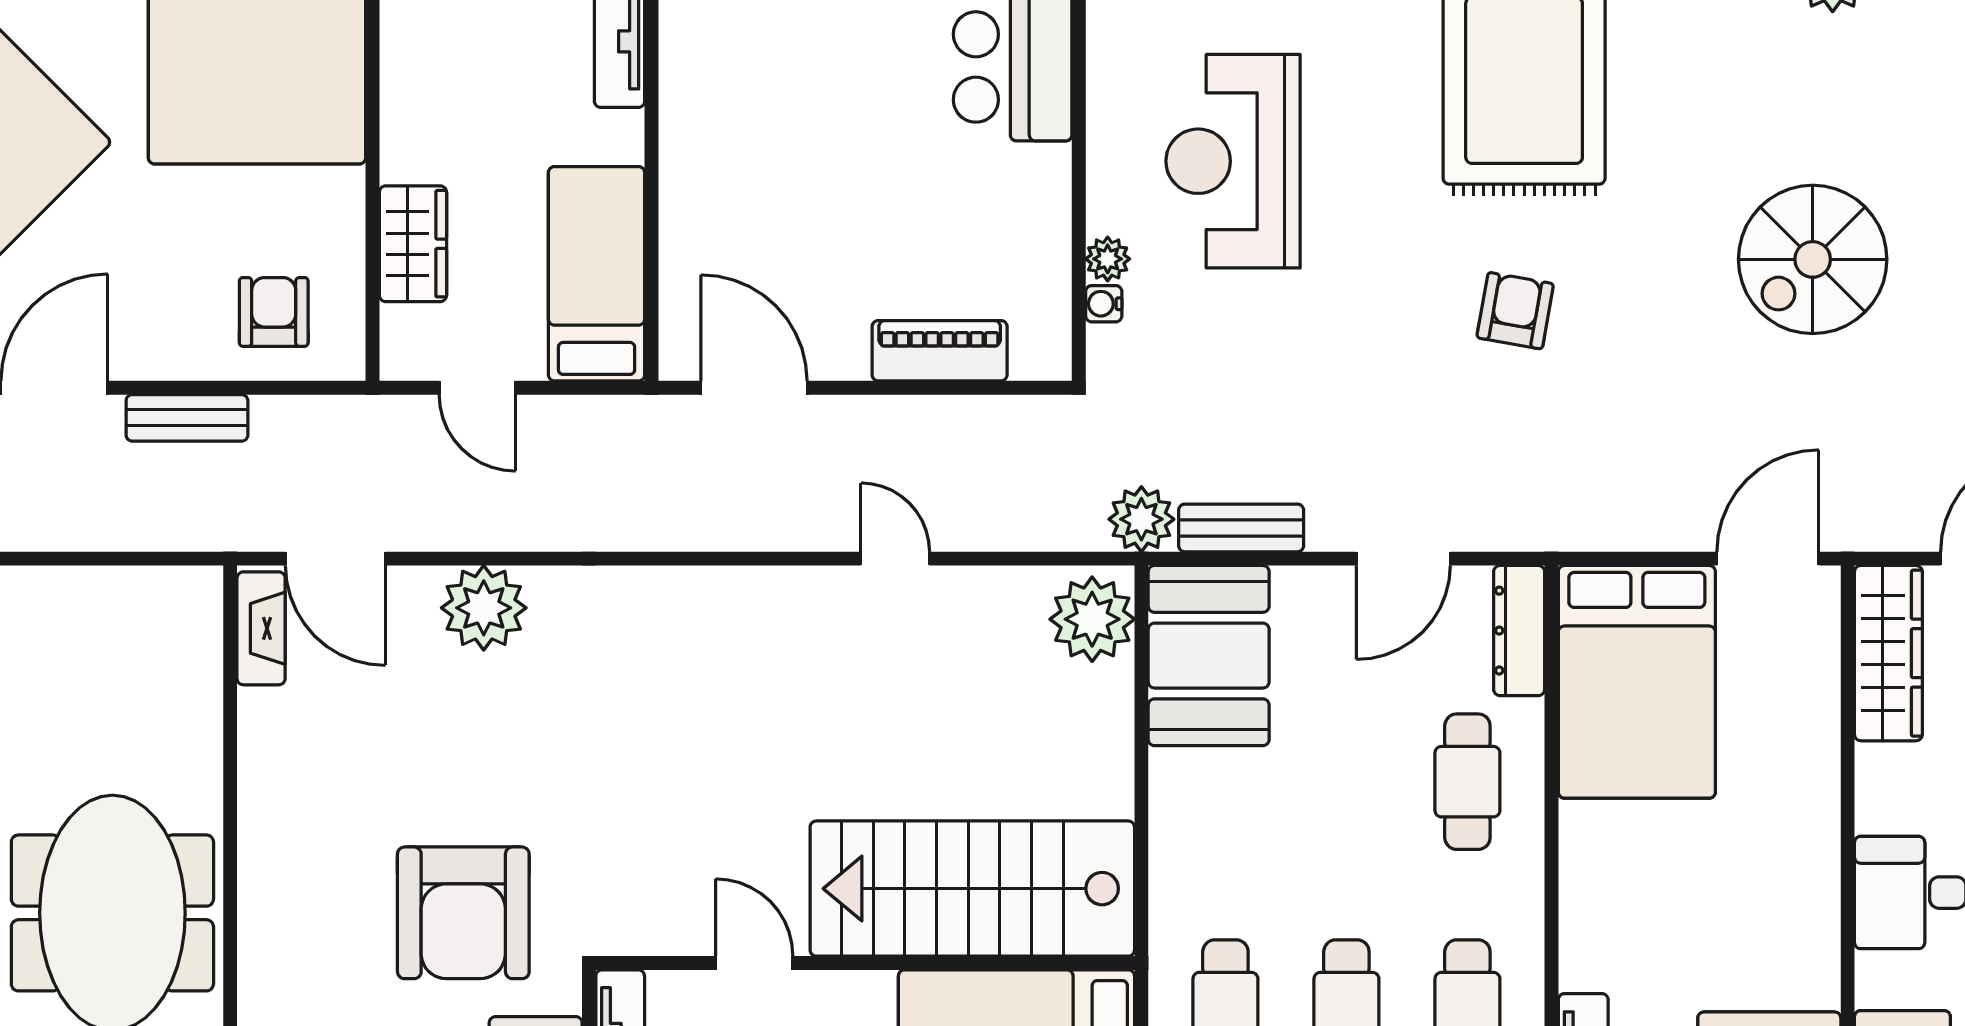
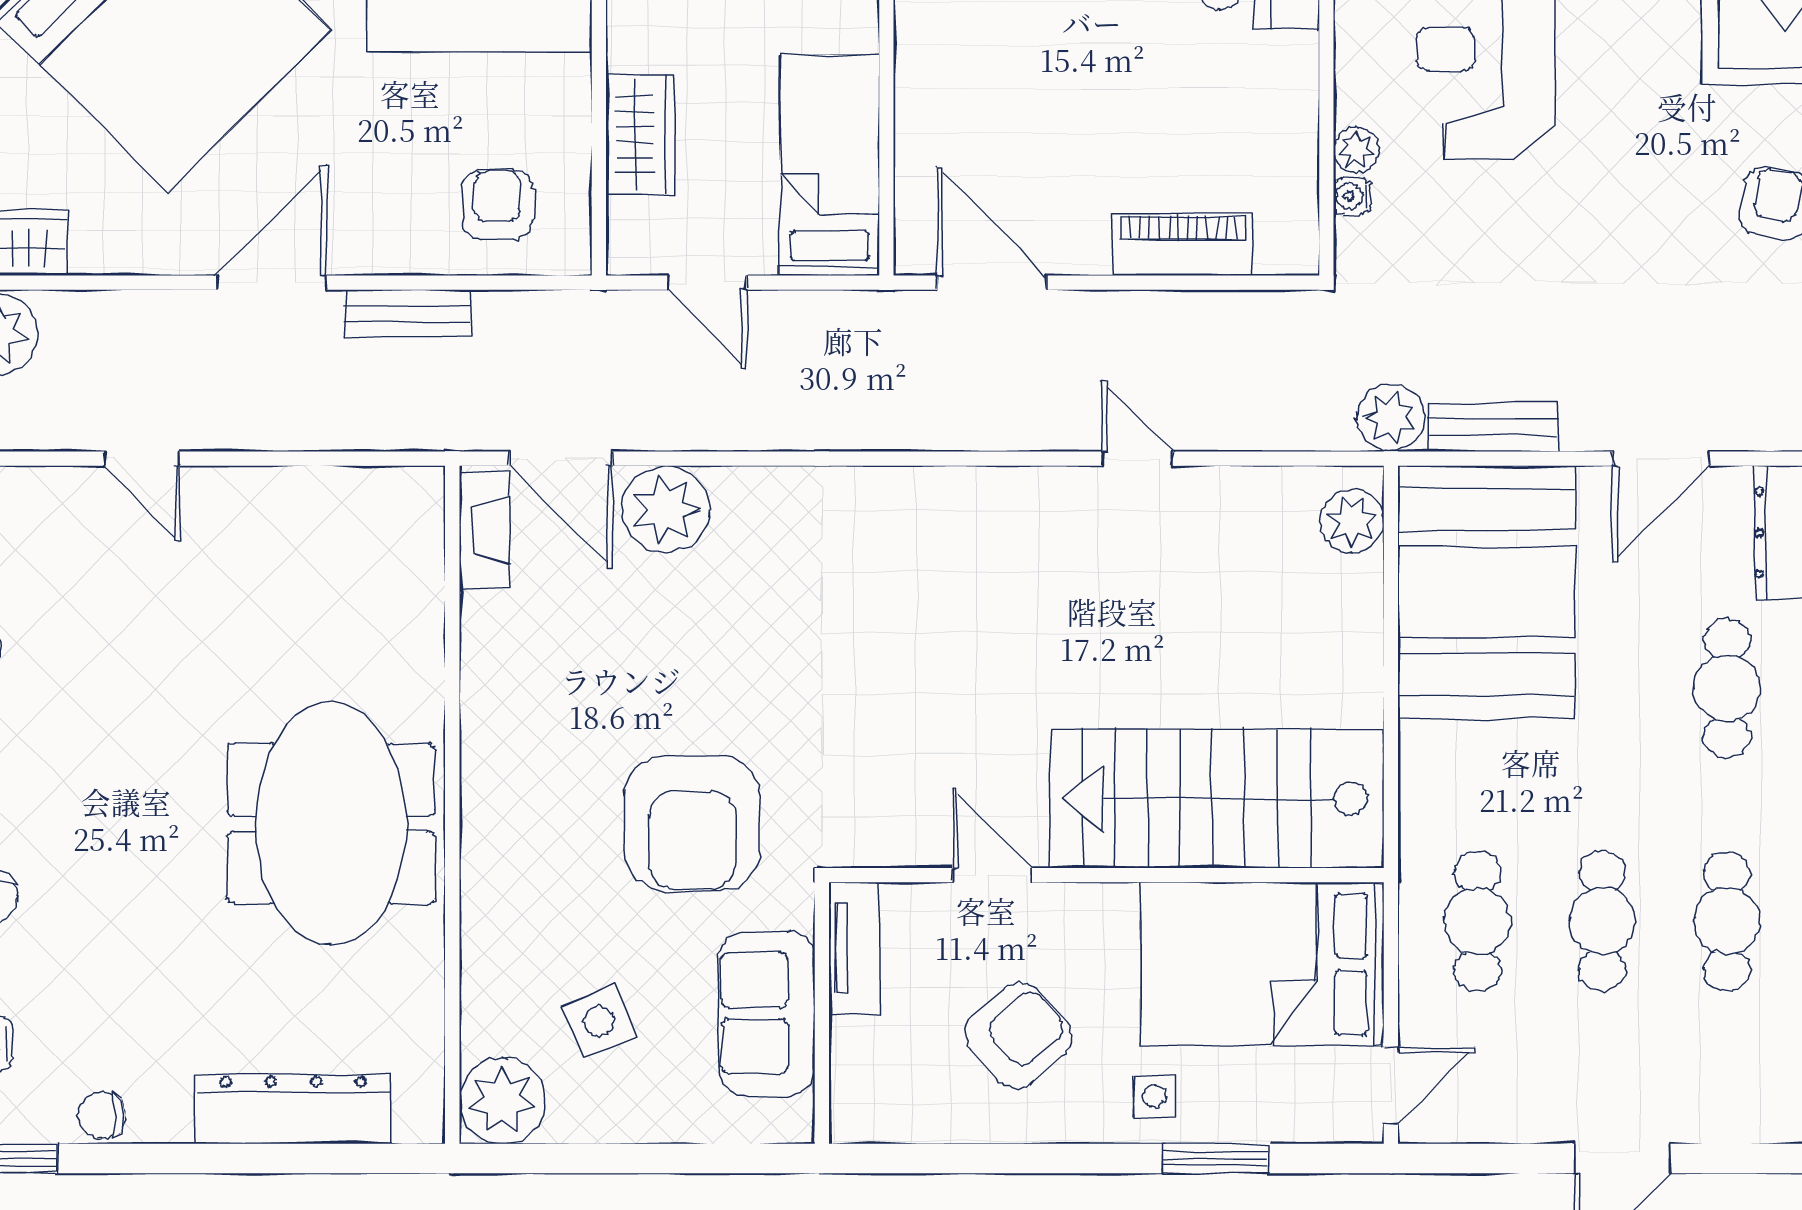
plant: (484, 608) -> (666, 509), moved
plant: (1092, 619) -> (1352, 521), width x0.73, depth x0.73
booth: (1209, 656) -> (1487, 592), width x1.36, depth x1.42

